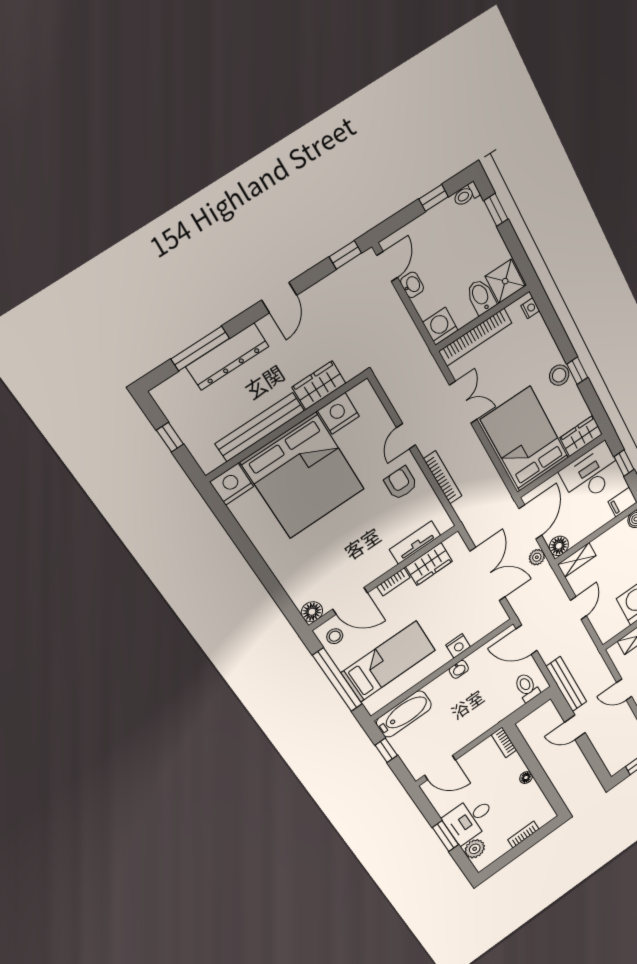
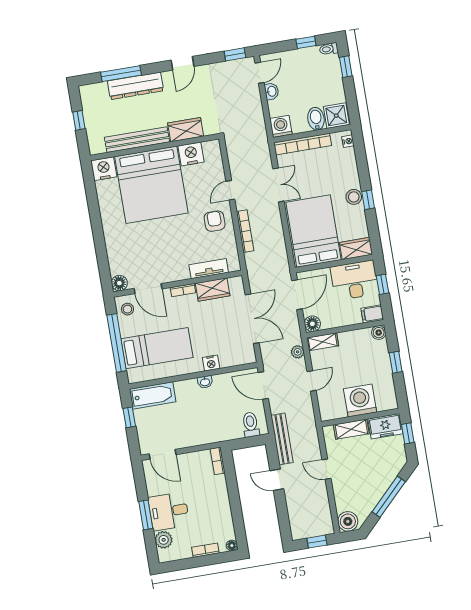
plant: (537, 557) -> (298, 352), moved
floor lamp: (526, 778) -> (232, 546), moved

